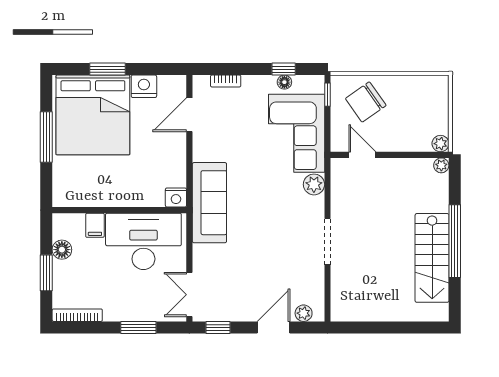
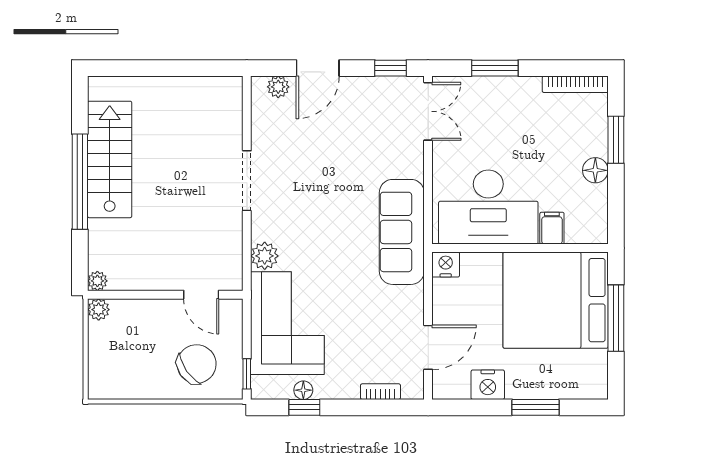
bed: (93, 115) -> (556, 300), moved, turned -90
nightstand: (176, 198) -> (446, 265), moved
wall: (119, 210) -> (520, 248), moved
filing cabinet: (95, 225) -> (552, 228), moved
desk: (143, 241) -> (488, 207), moved

